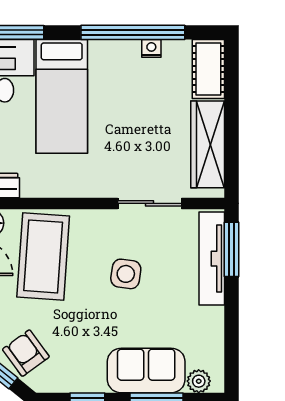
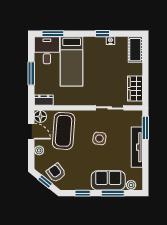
window: (133, 32) -> (102, 34), width x0.32
wardrobe: (208, 144) -> (135, 89), width x0.67
tv unit: (212, 259) -> (137, 147), moved

